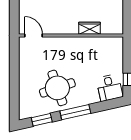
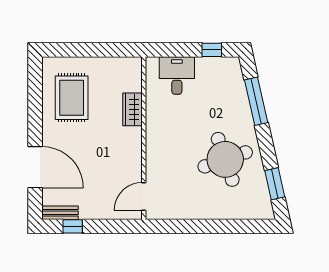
desk: (110, 88) -> (177, 76), moved, turned -77
window: (75, 112) -> (256, 101), moved

